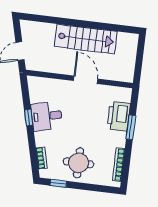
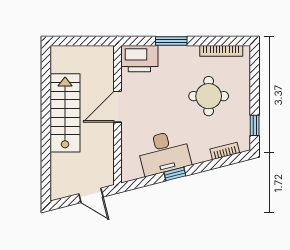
desk: (47, 116) -> (164, 153), width x1.37
printer: (119, 116) -> (139, 59), moved
round table: (79, 163) -> (209, 96), moved

